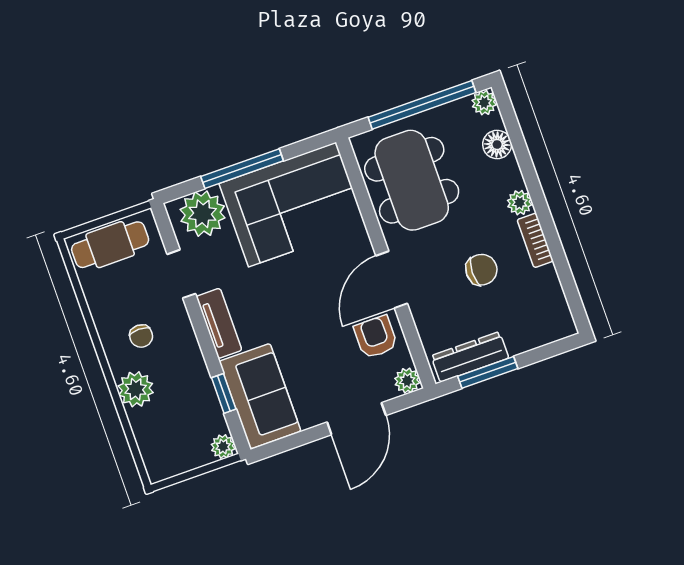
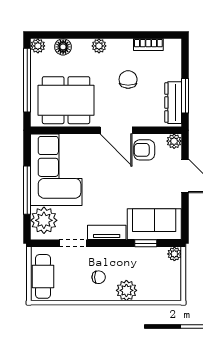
bookcase: (535, 240) -> (148, 45), moved

